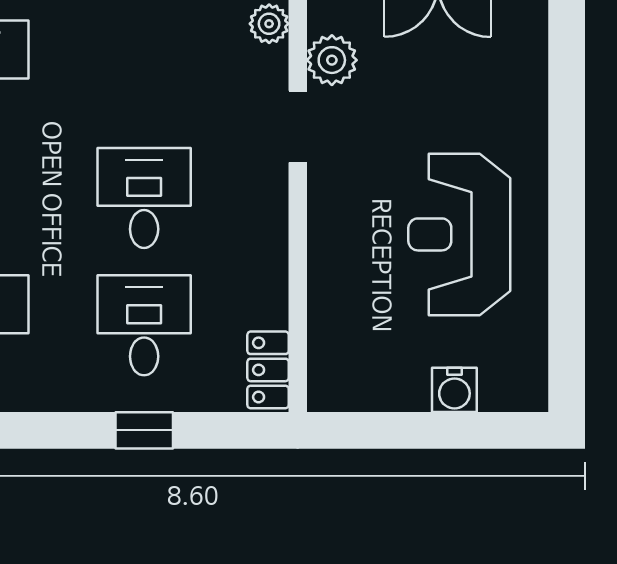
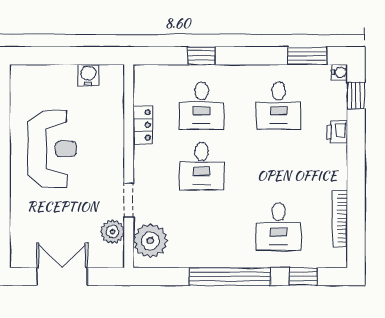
plant: (269, 24) -> (150, 241), width x1.88, depth x1.88
locker: (268, 370) -> (143, 125), moved
water cooler: (454, 390) -> (88, 75), moved

